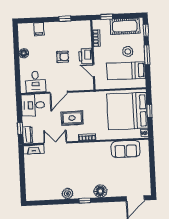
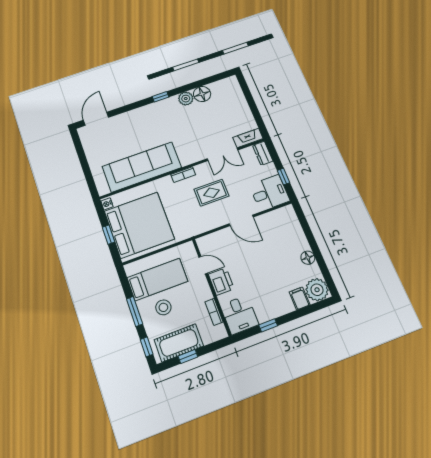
window: (107, 17) -> (188, 357), moved
plant: (26, 31) -> (317, 290), added
armchair: (63, 57) -> (253, 270), removed
desk: (35, 82) -> (239, 315), moved, turned 180
door: (59, 92) -> (241, 220), swing flipped
window: (20, 129) -> (284, 177), moved
sofa: (126, 149) -> (142, 167), width x1.85, depth x1.27
floor lamp: (100, 191) -> (202, 94), moved

